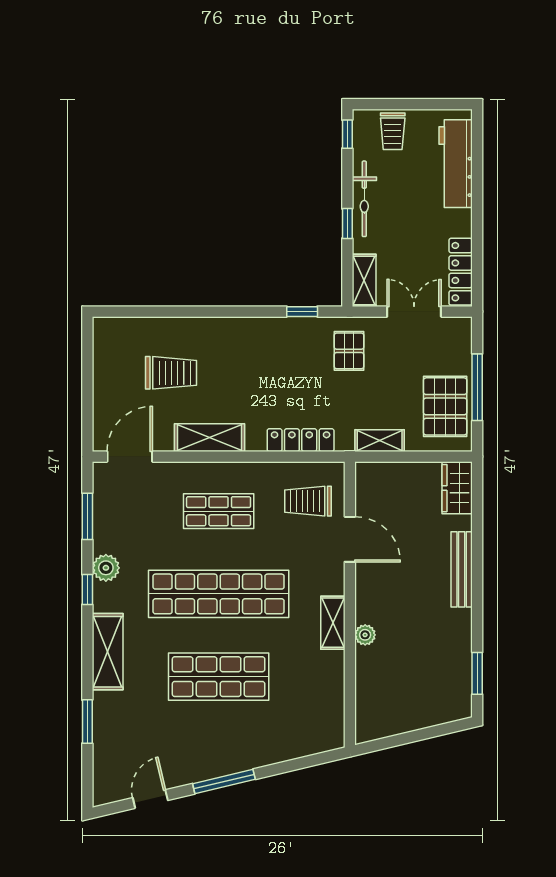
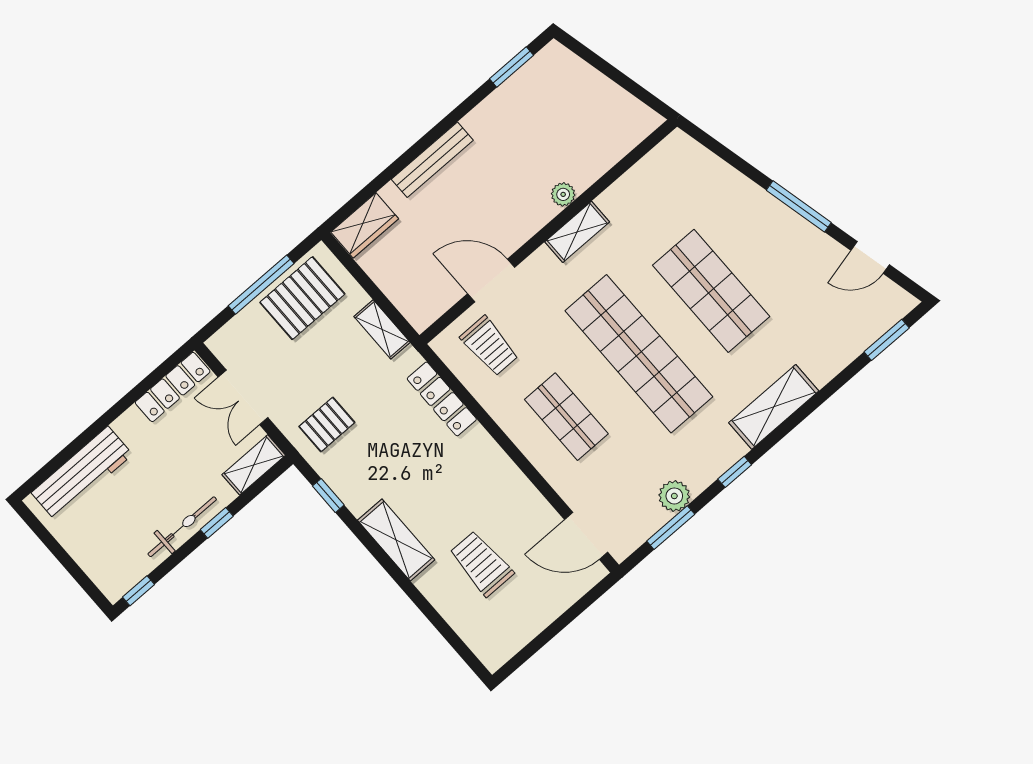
trolley: (393, 131) -> (101, 553), removed
shelving: (210, 438) -> (396, 540), moved
door: (350, 539) -> (491, 280), hinge flipped
plant: (106, 568) -> (674, 496), moved
window: (87, 722) -> (887, 340), moved

